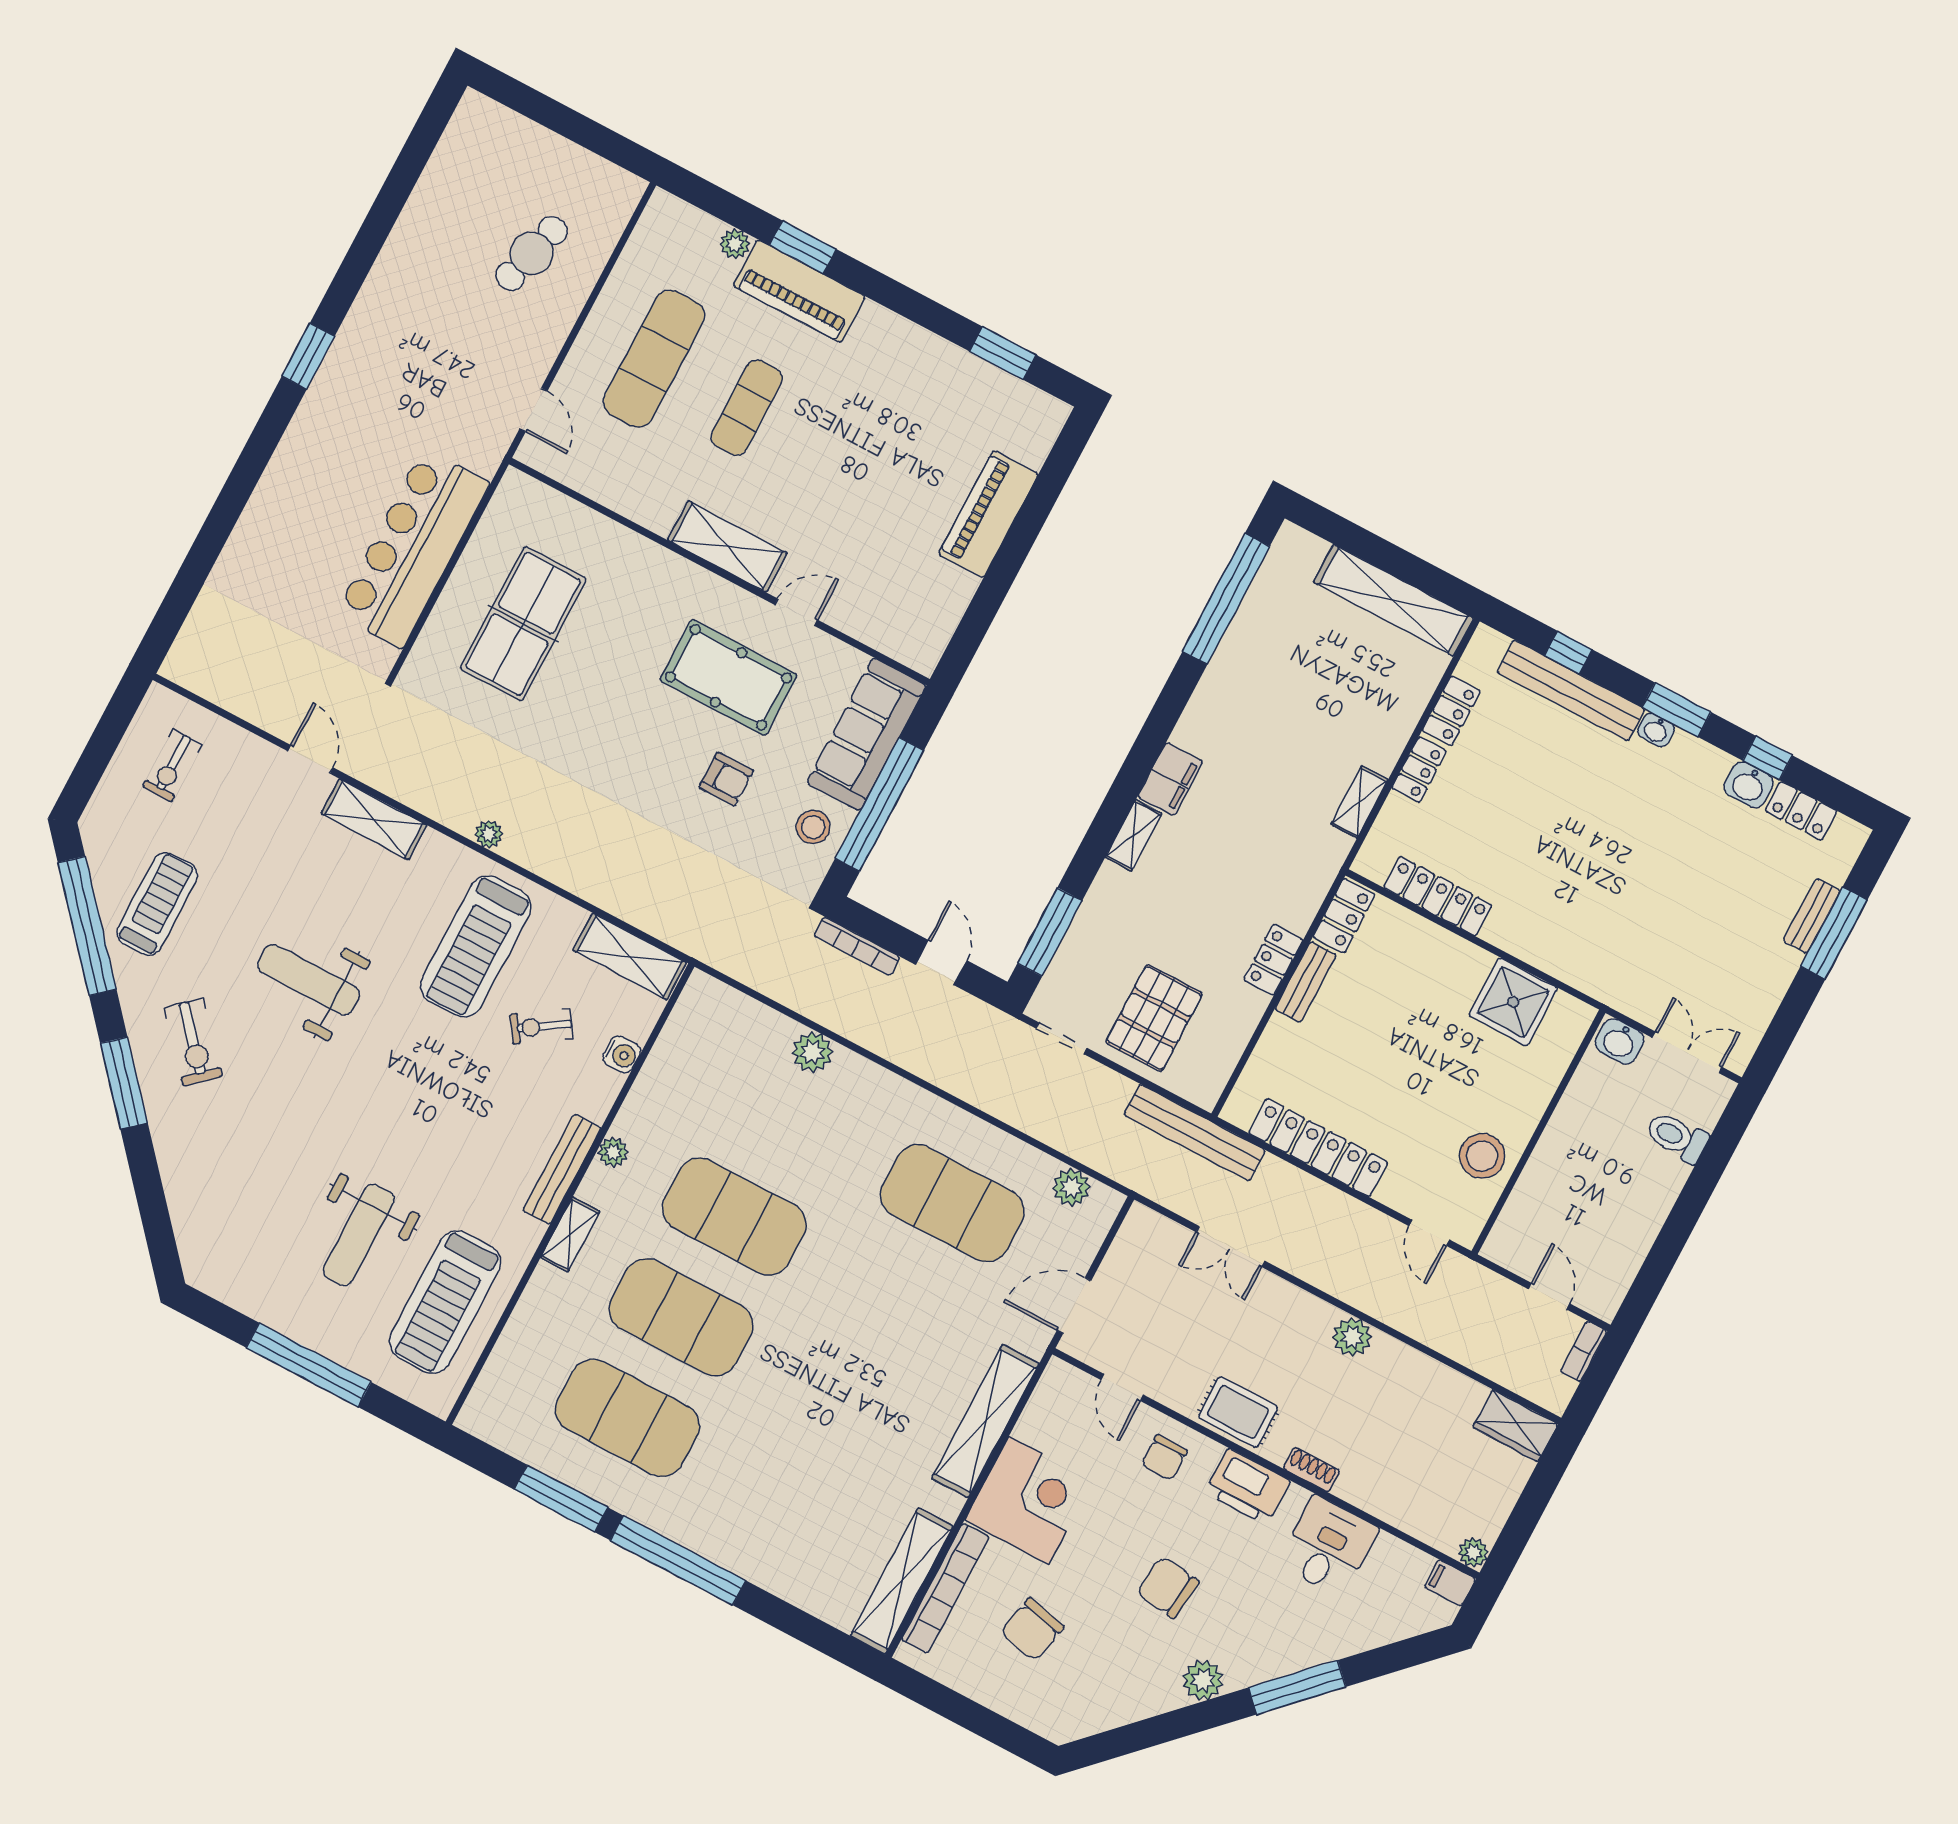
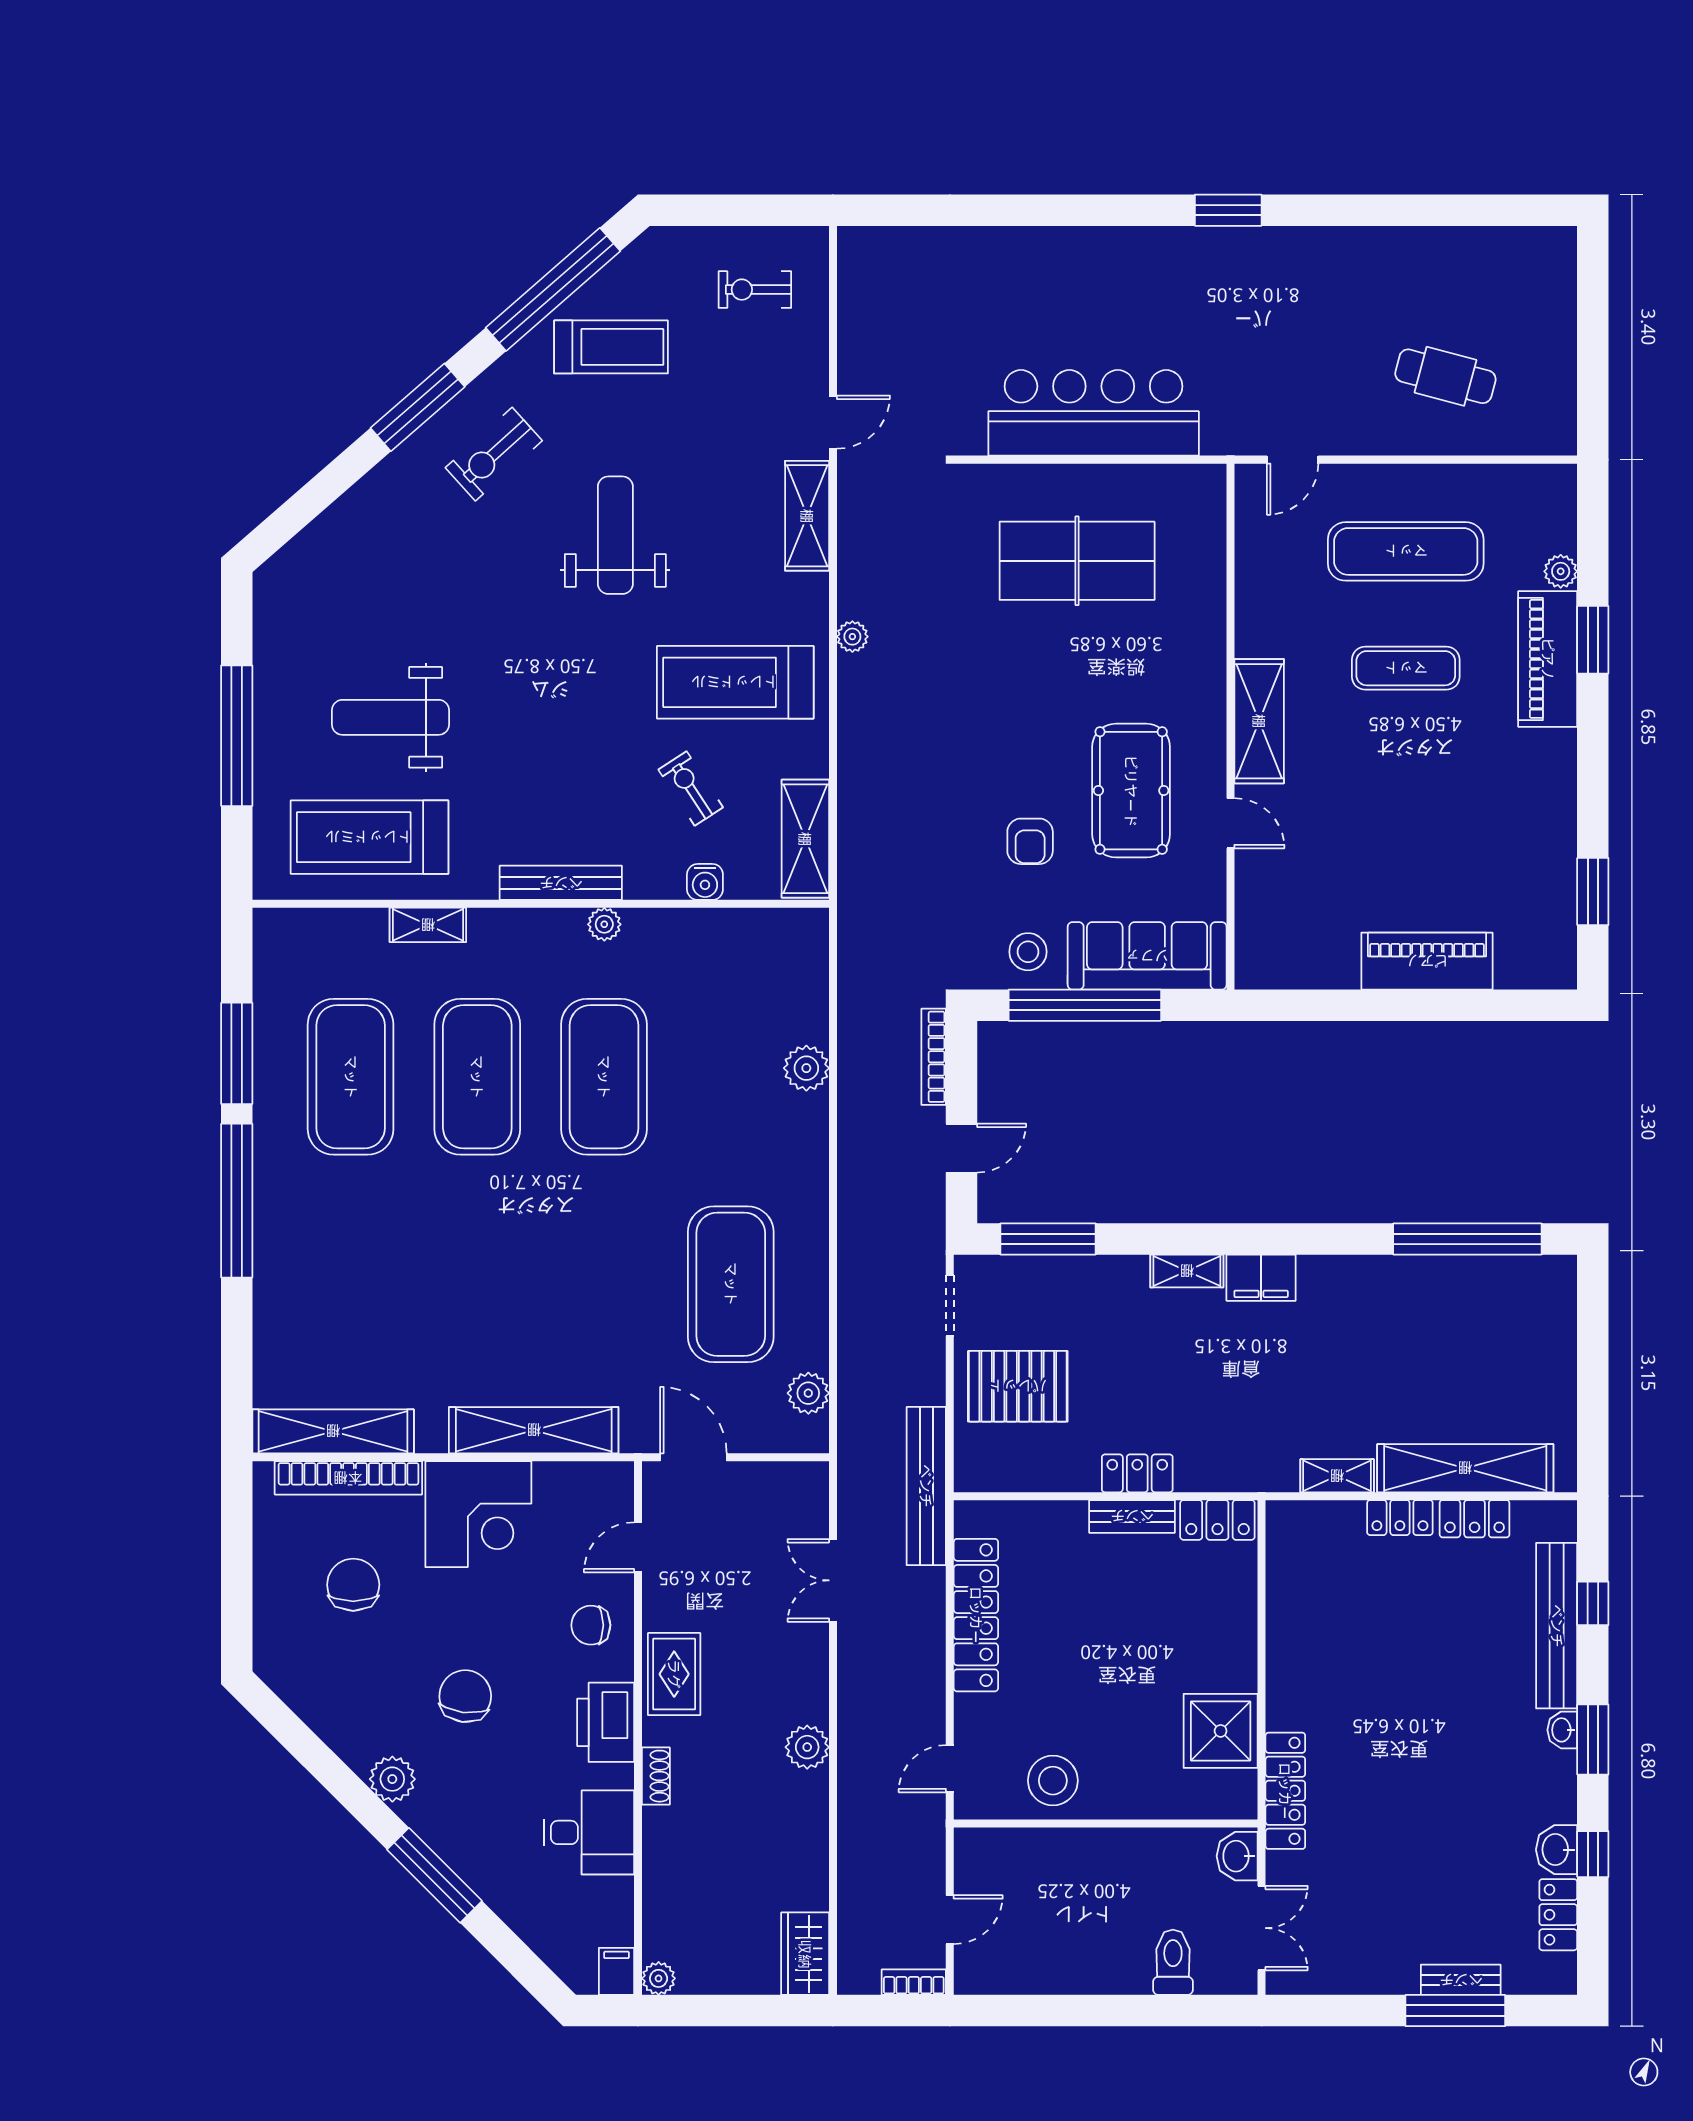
shelving: (1393, 600) -> (1465, 1468), moved, turned 90
locker: (1438, 896) -> (1285, 1791), moved
shelving: (570, 1234) -> (428, 925), moved
chair: (1032, 1629) -> (353, 1585), turned 77

